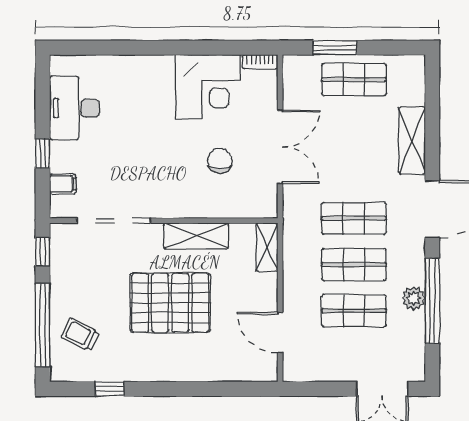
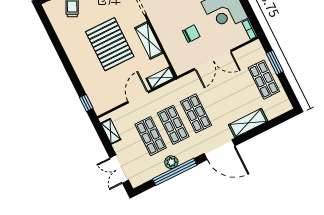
door: (280, 333) -> (138, 97), moved
shelving: (314, 372) -> (111, 131), added
window: (110, 389) -> (86, 103), moved

